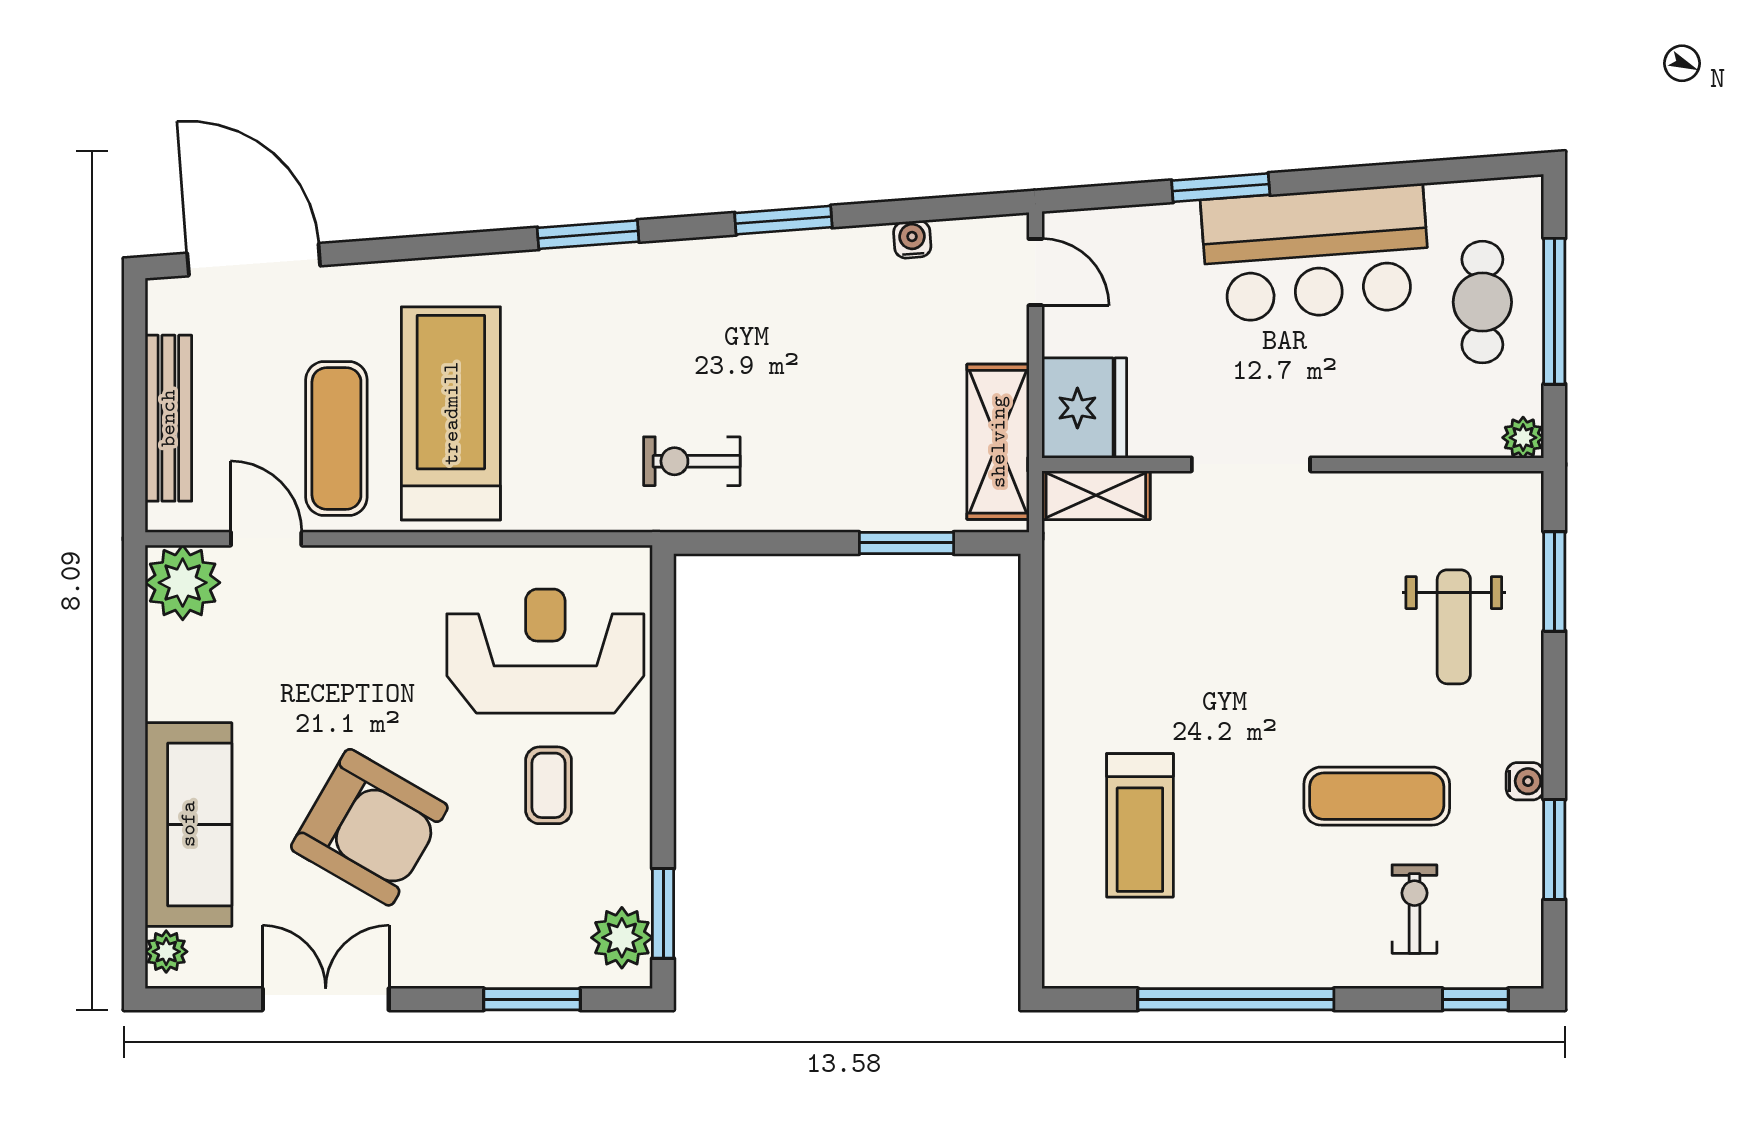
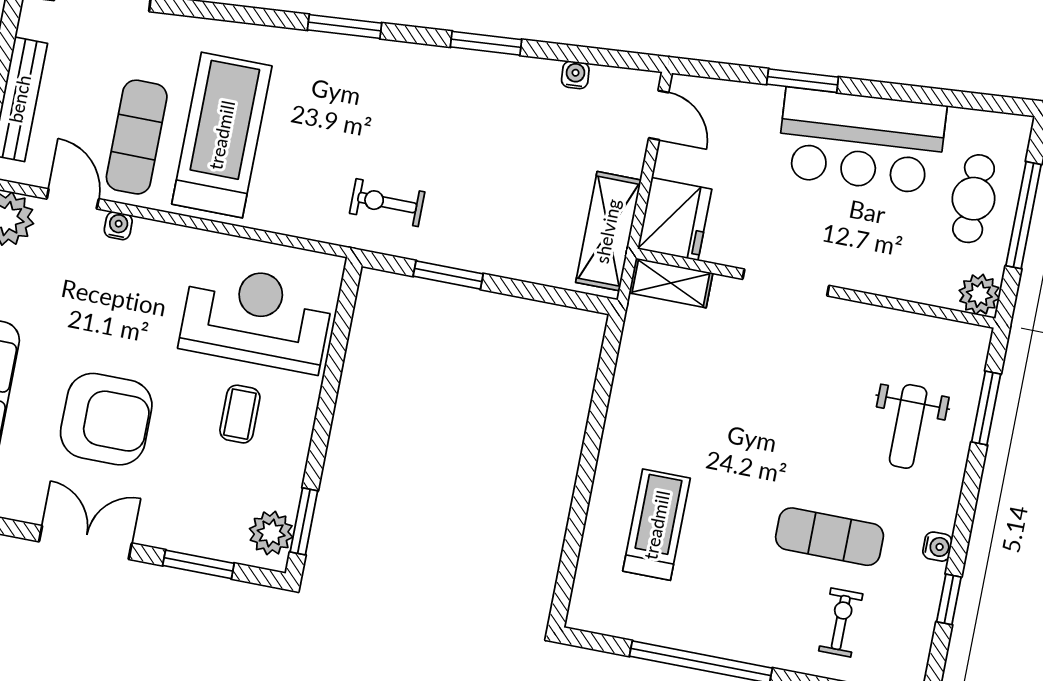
plant: (1523, 438) -> (979, 294), width x1.38, depth x1.38
window: (906, 543) -> (448, 275), moved
water cooler: (335, 563) -> (118, 226), added
treadmill: (1140, 825) -> (657, 525), turned 180
armchair: (369, 827) -> (106, 419), turned -30
window: (1554, 849) -> (949, 599), width x0.67
double door: (326, 999) -> (85, 542), moved

